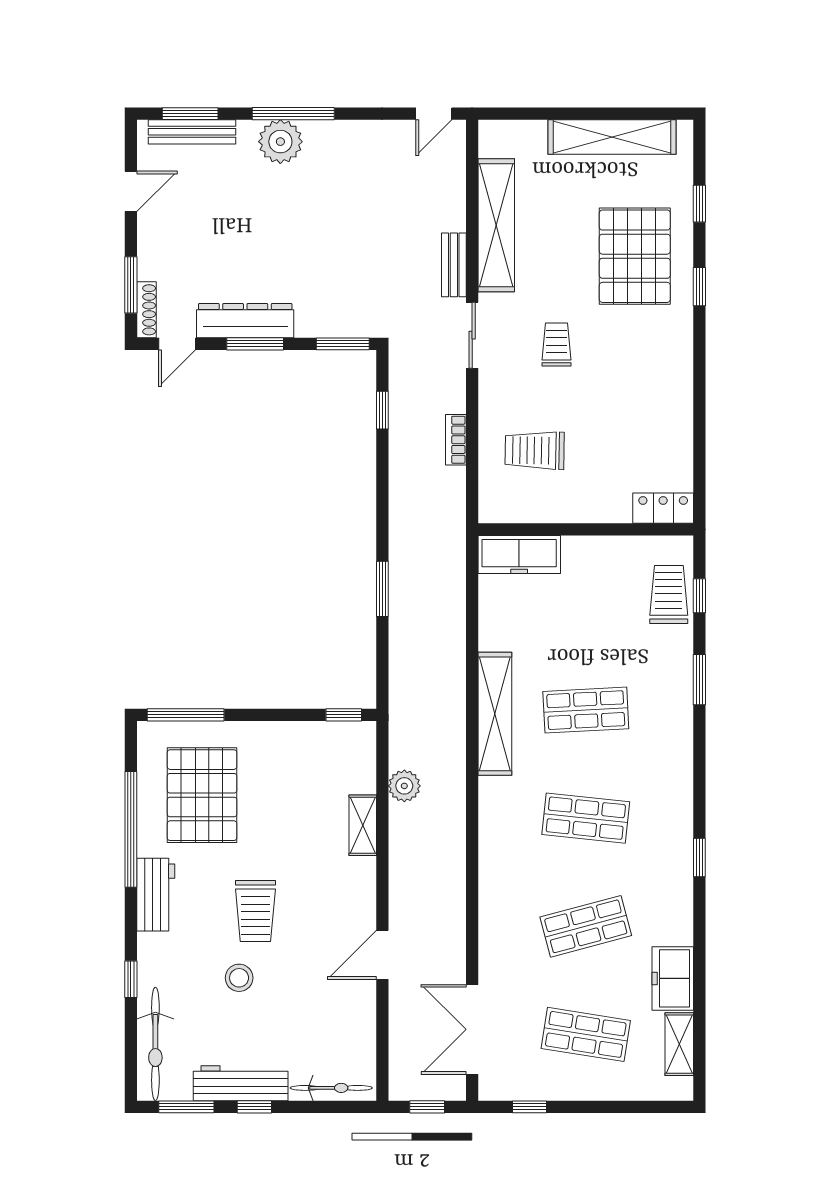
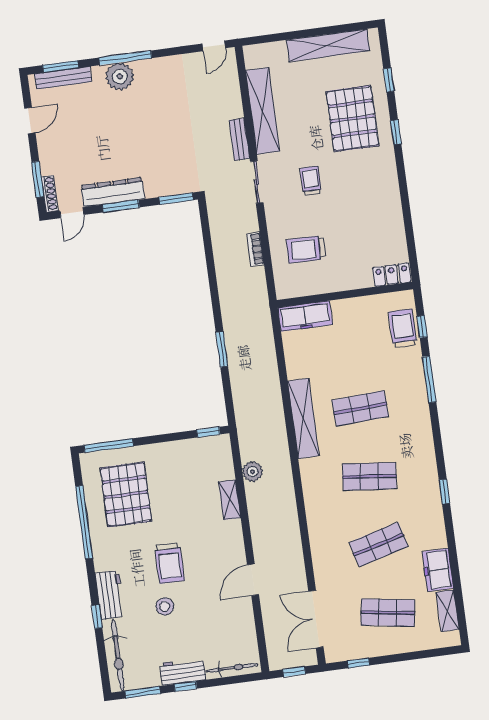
window: (382, 410) -> (207, 237), removed
window: (699, 680) -> (429, 379), width x1.44
workbench: (156, 895) -> (110, 595), moved
workbench: (241, 1083) -> (183, 672), width x0.73

